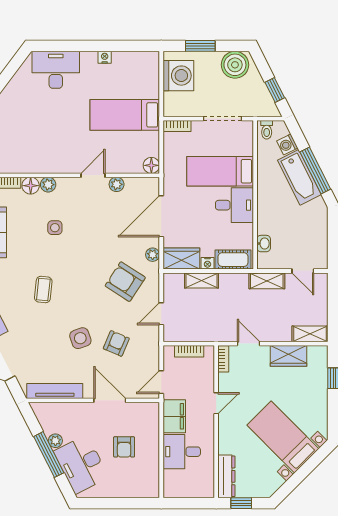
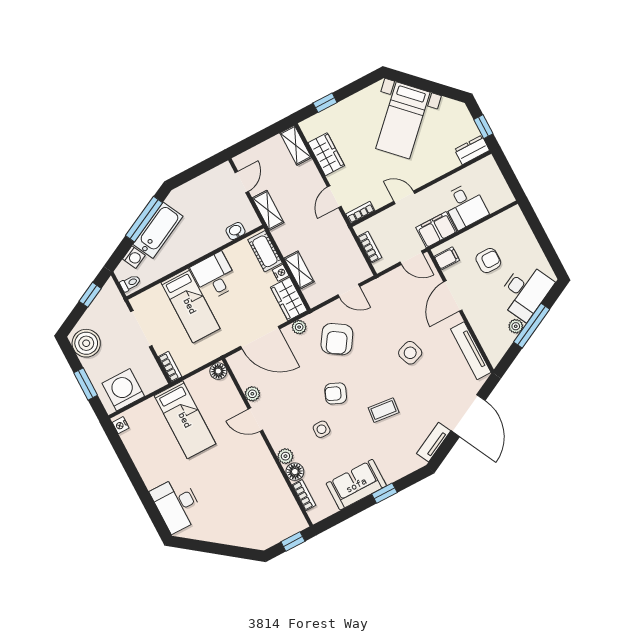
nightstand: (105, 57) -> (121, 425), moved
armchair: (116, 343) -> (336, 393), moved
filing cabinet: (145, 412) -> (447, 258), added
dresser: (226, 476) -> (472, 150), width x0.70

